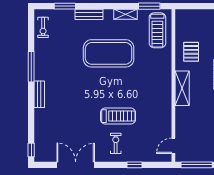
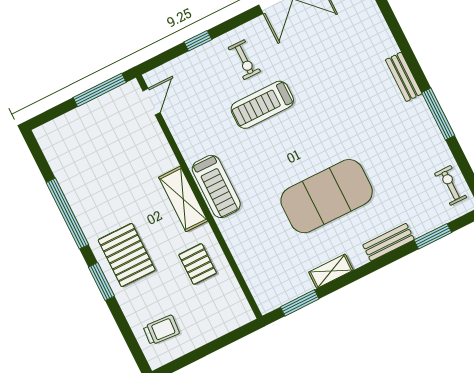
treadmill: (157, 30) -> (216, 186), moved, turned 180

